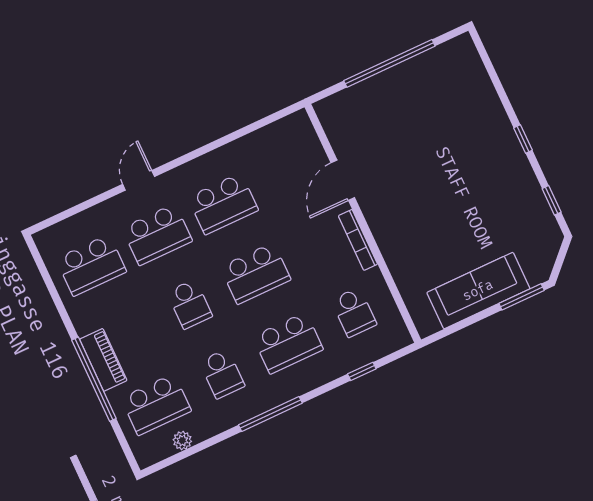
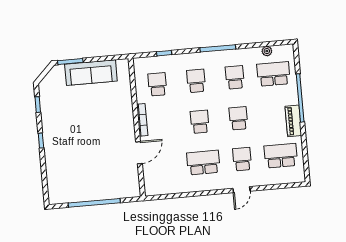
school desk: (157, 235) -> (242, 159), width x0.54
school desk: (255, 273) -> (200, 122), width x0.54
school desk: (288, 343) -> (196, 81), width x0.54
piano: (103, 360) -> (293, 121), moved

